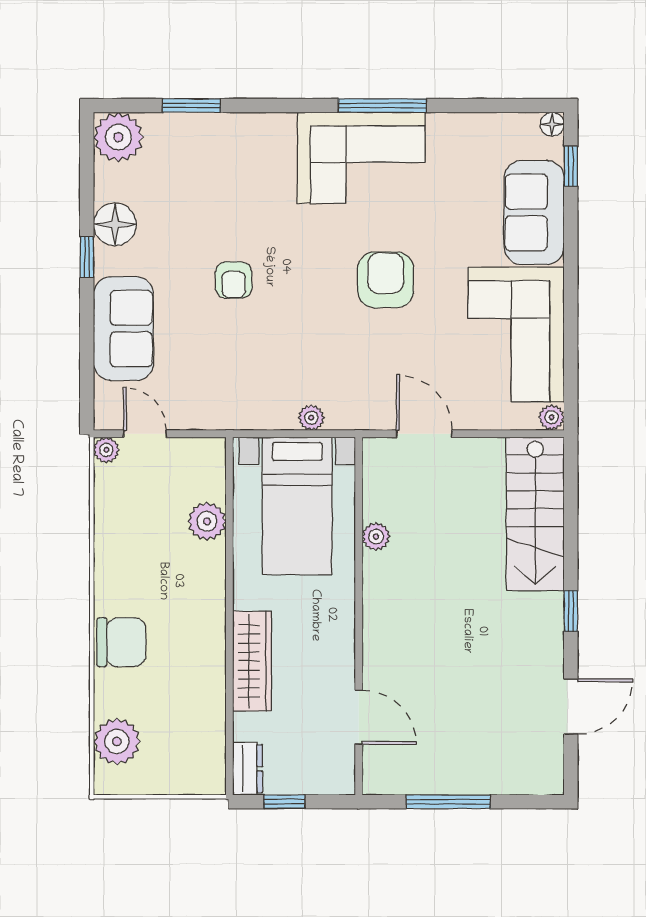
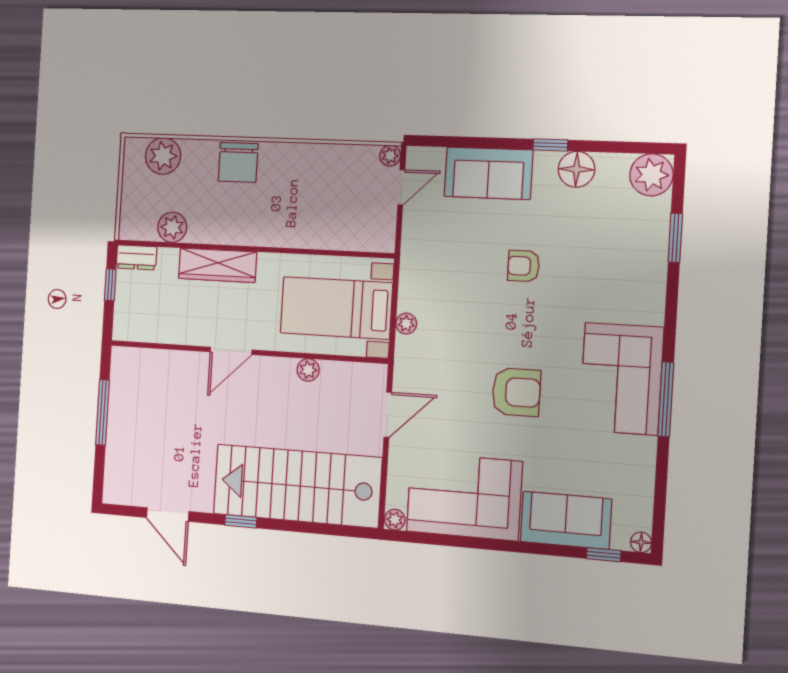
stairs: (535, 514) -> (297, 486), width x1.36, depth x1.51
plant: (207, 521) -> (172, 227), moved
door: (359, 717) -> (231, 351), moved

